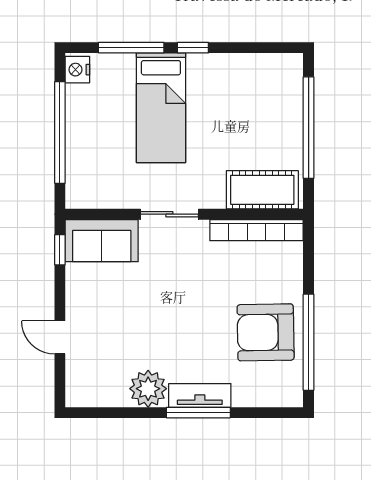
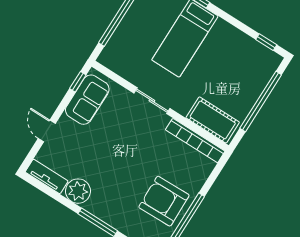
window: (193, 48) -> (266, 42), moved
sofa: (102, 241) -> (87, 100), moved, turned -90
tv unit: (200, 395) -> (47, 176), moved

